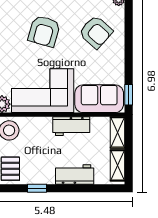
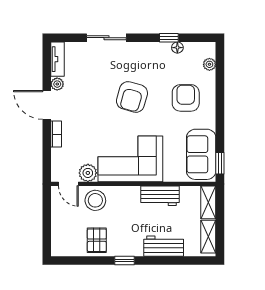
armchair: (96, 32) -> (186, 98), turned -132
sofa: (99, 99) -> (201, 154), moved, turned -90

